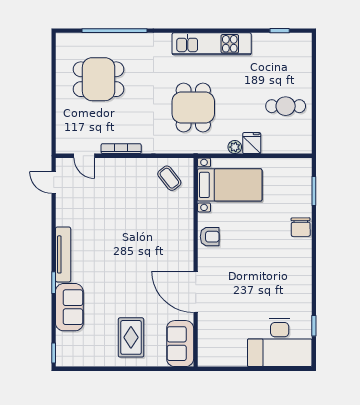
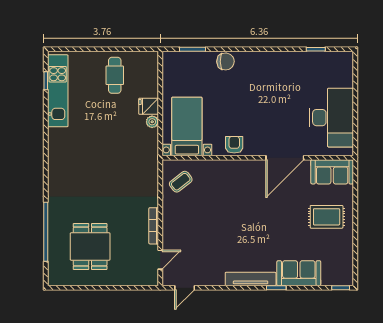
kitchen unit: (212, 44) -> (58, 91), moved
dining table: (193, 108) -> (116, 160), removed
desk: (280, 343) -> (331, 118), moved

